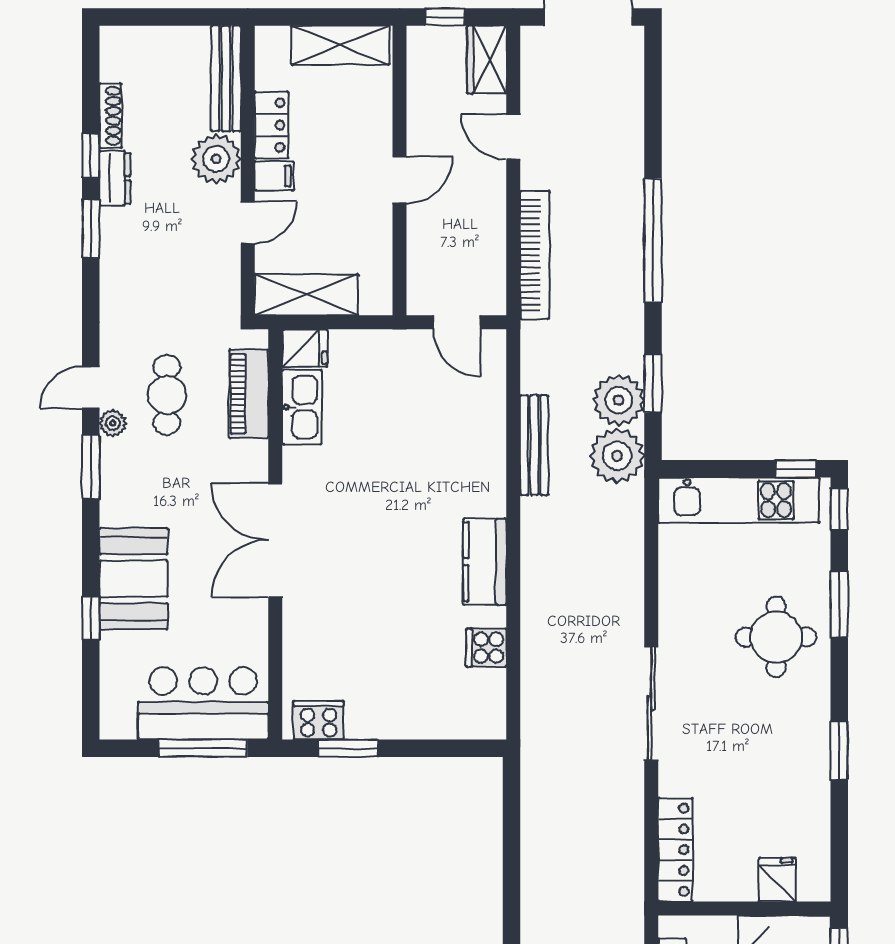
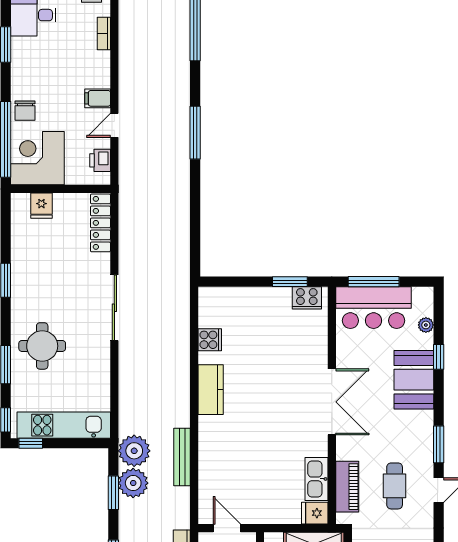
plant: (113, 423) -> (426, 325), moved

